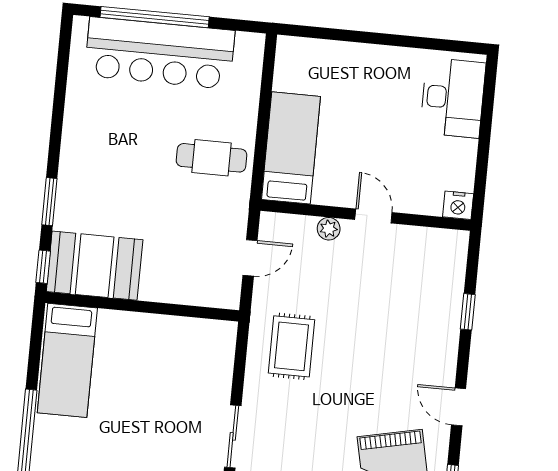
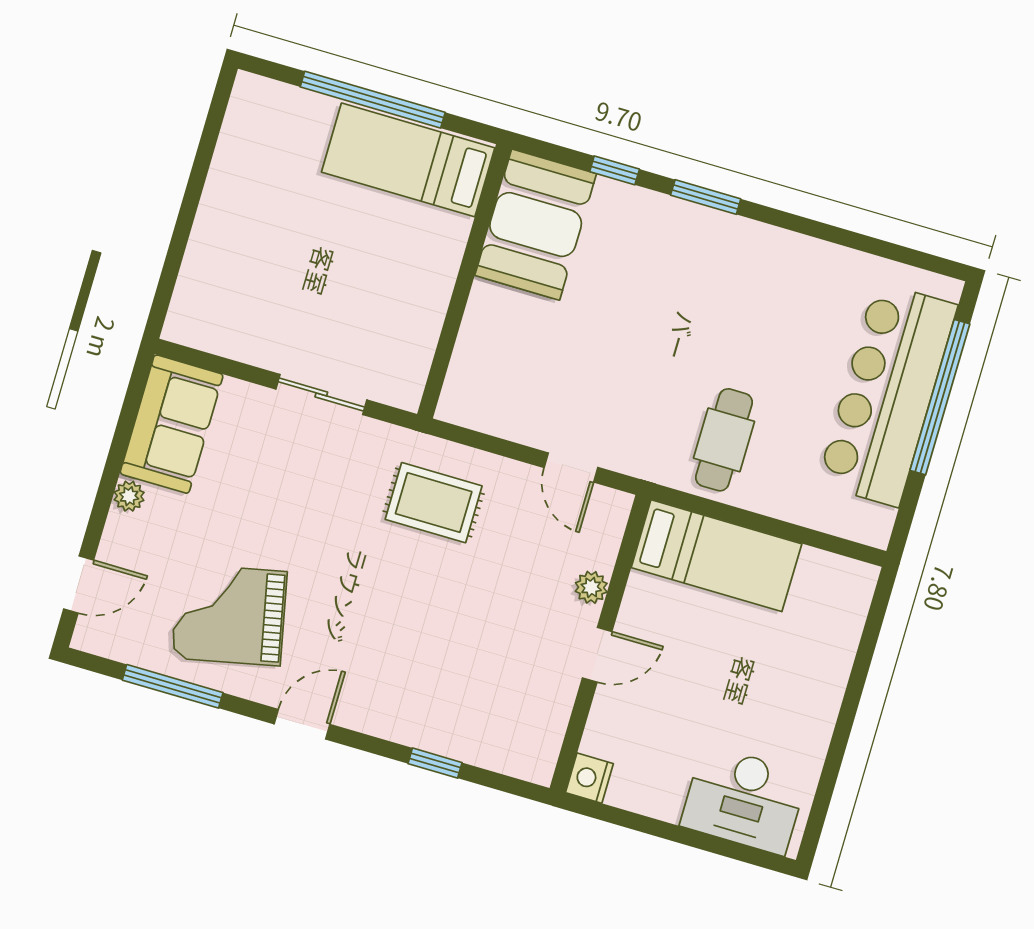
booth: (95, 266) -> (536, 225), moved
wall: (142, 307) -> (464, 281), moved
bed: (67, 360) -> (408, 160), moved

